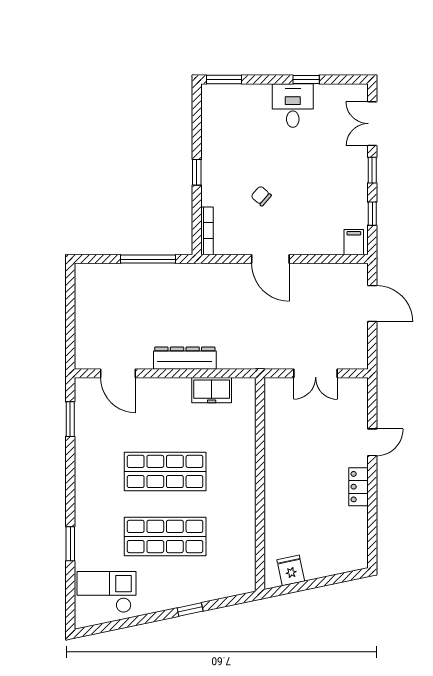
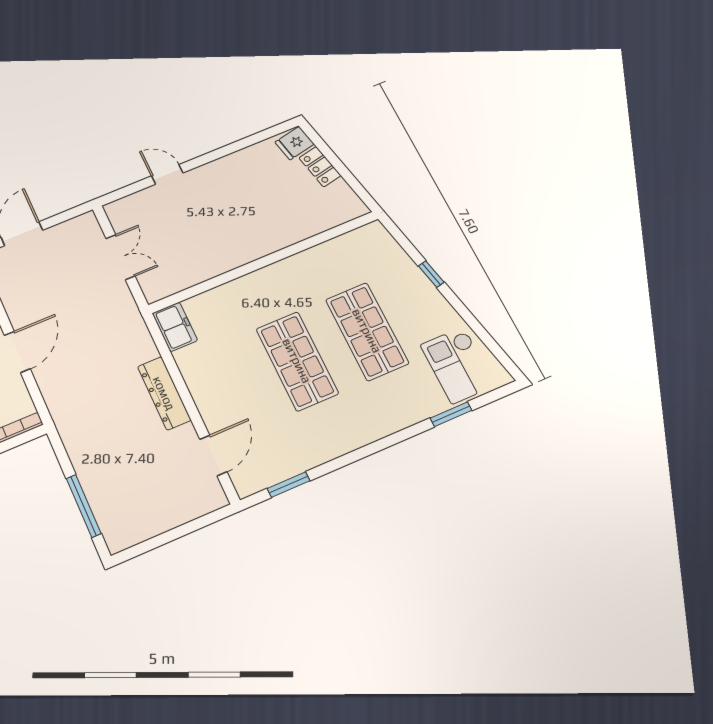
window: (148, 259) -> (84, 506), moved
freezer: (212, 390) -> (175, 327), moved
locker: (358, 487) -> (320, 167), moved, turned 78
window: (70, 544) -> (451, 414), moved
fridge: (291, 570) -> (295, 143), moved

